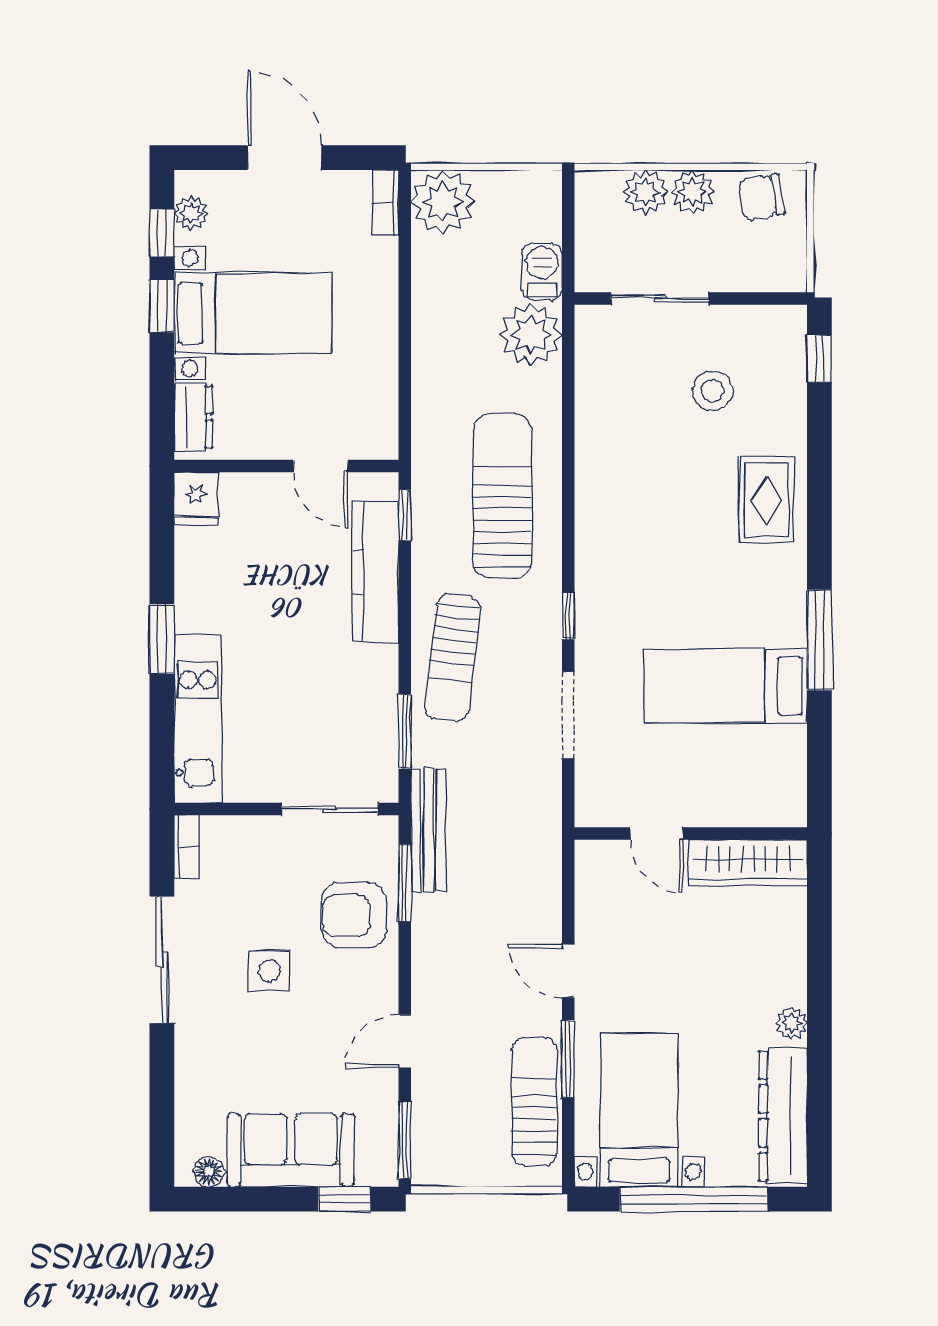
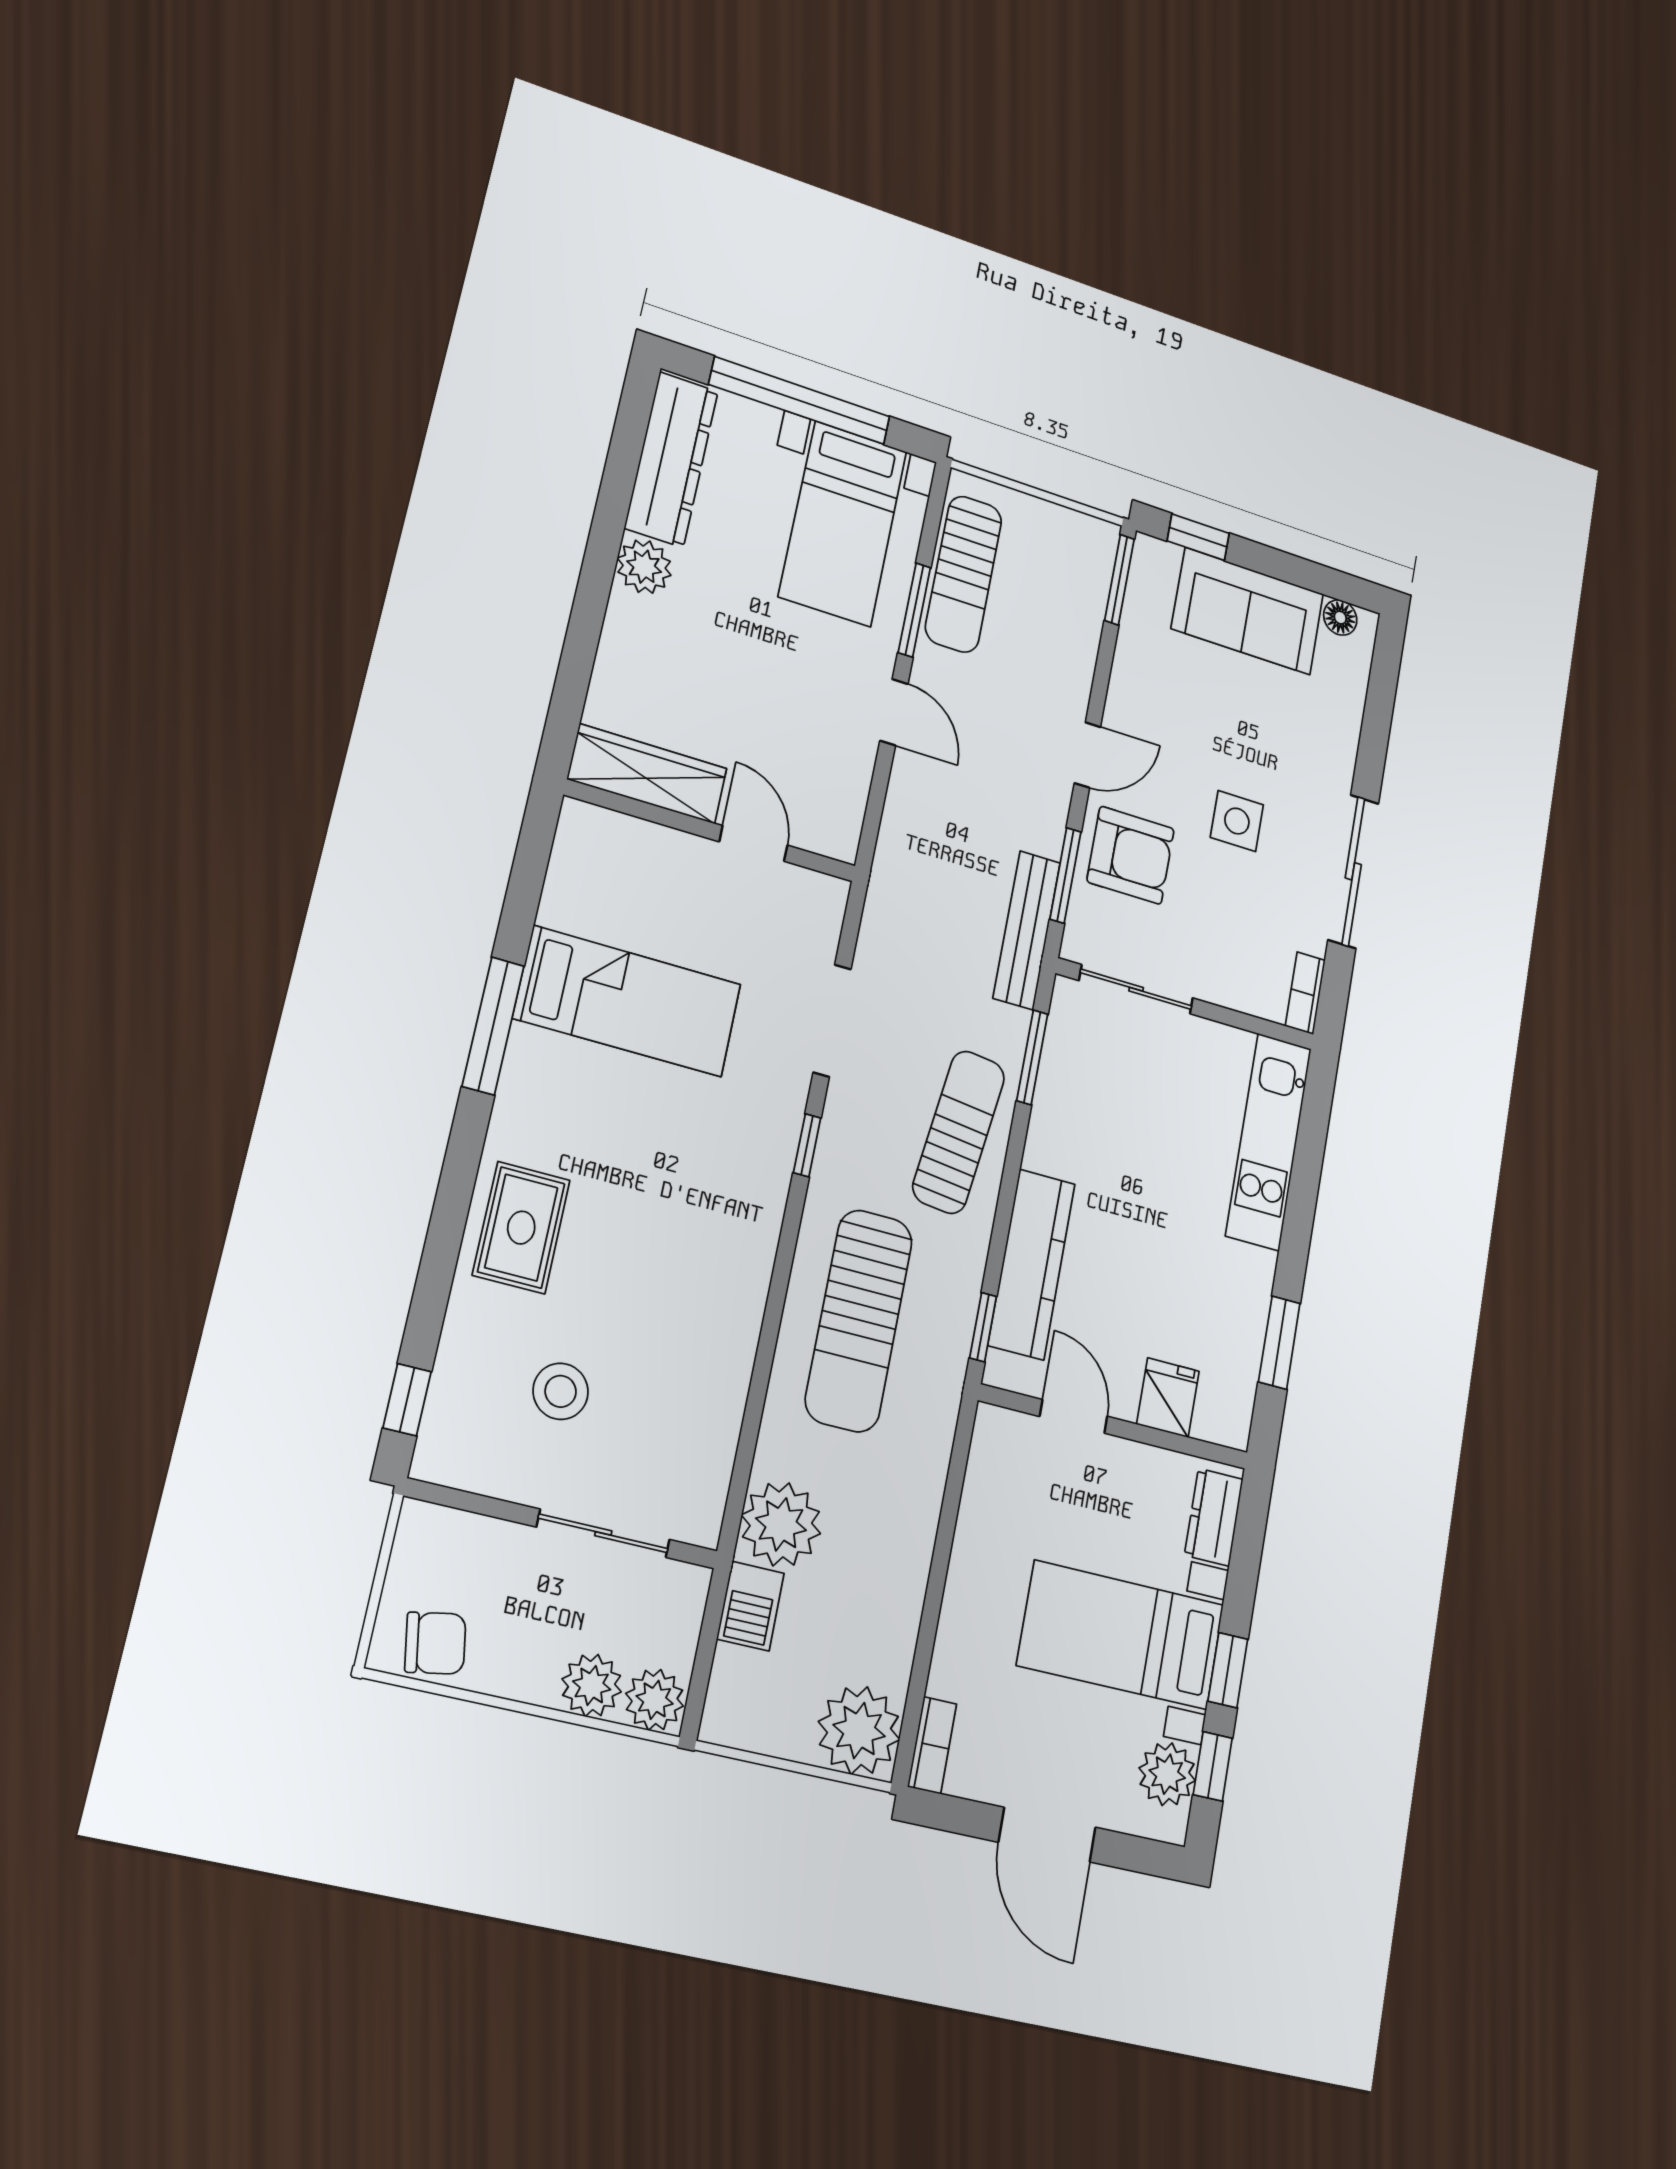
plant: (693, 192) -> (655, 1700), moved
plant: (191, 213) -> (1167, 1774), width x1.38, depth x1.38
fridge: (196, 498) -> (1168, 1398), moved
window: (162, 639) -> (1279, 1343), moved
plant: (791, 1023) -> (644, 567), width x1.38, depth x1.38
door: (405, 1041) -> (1087, 755), moved

